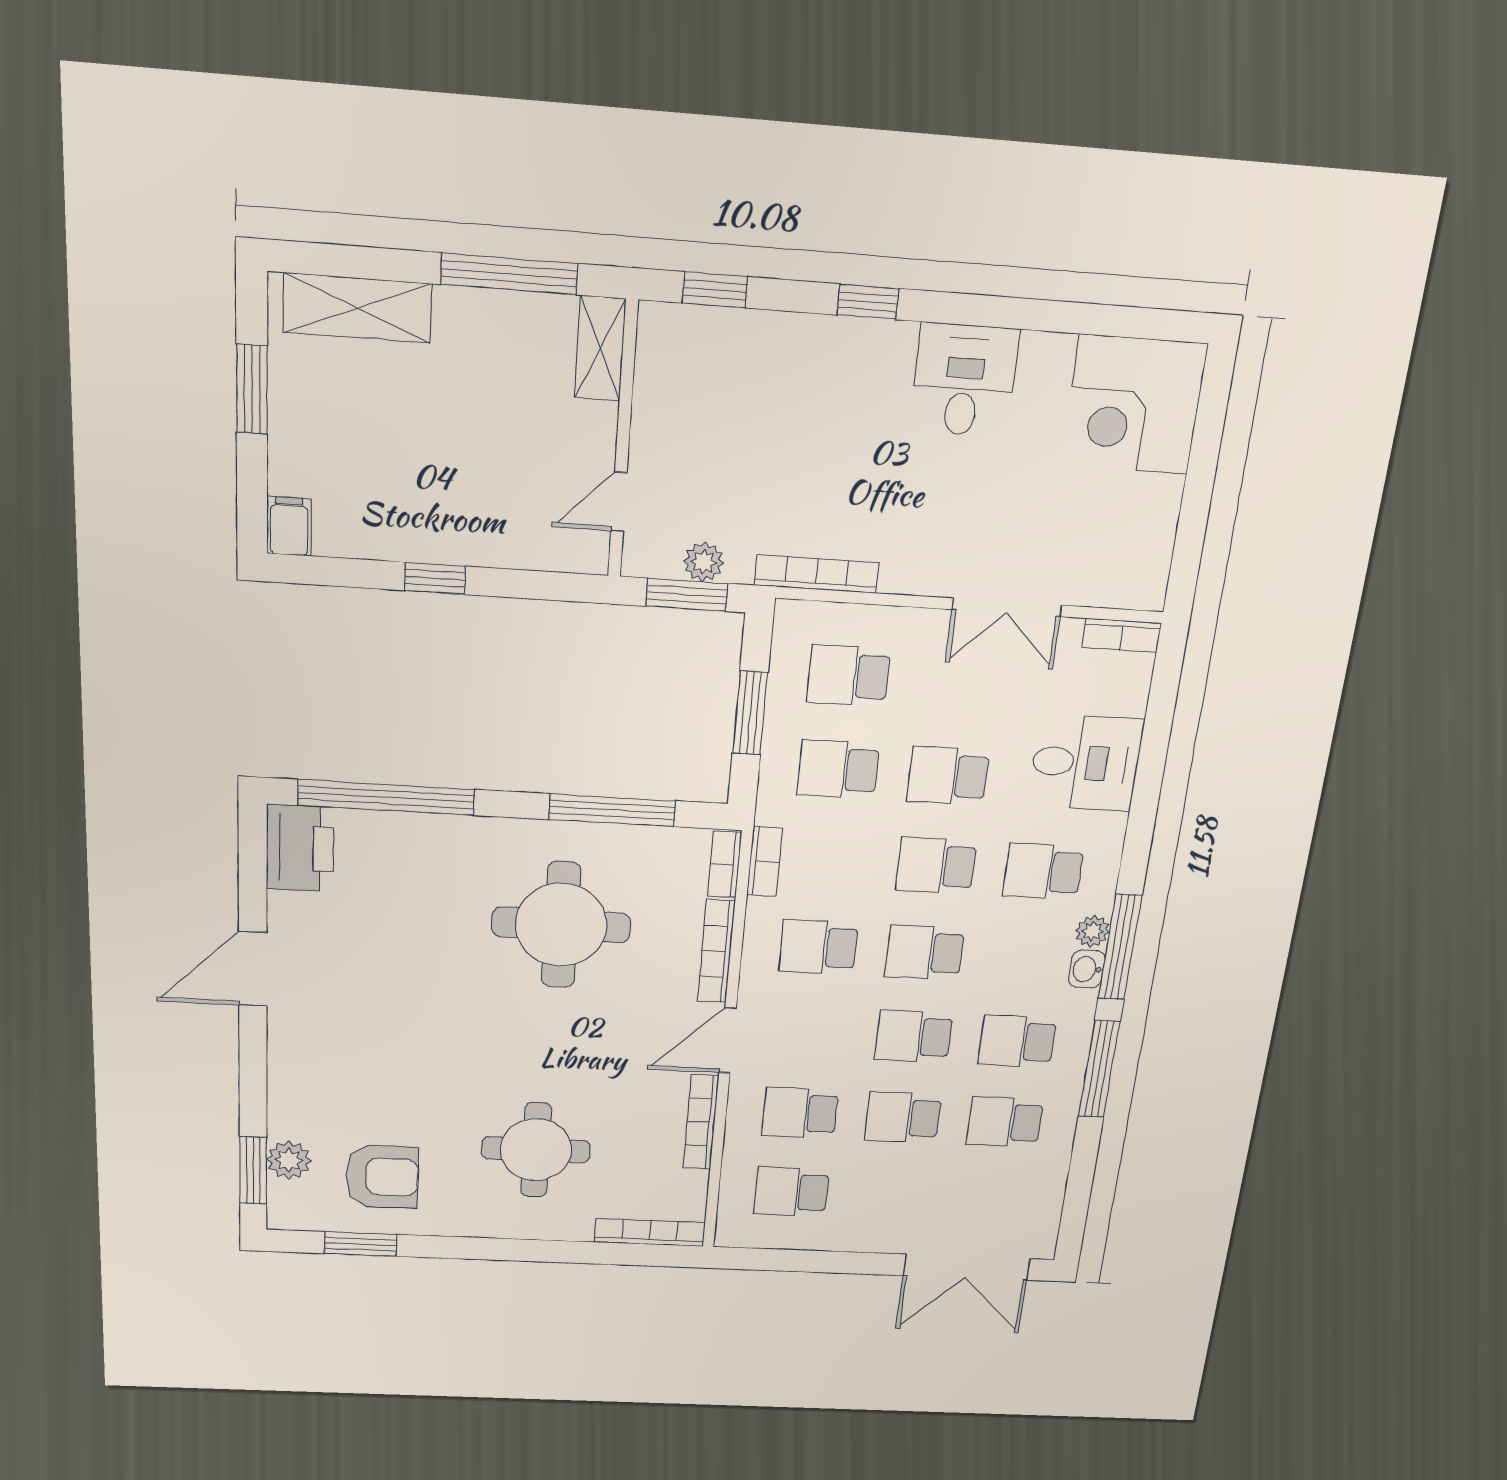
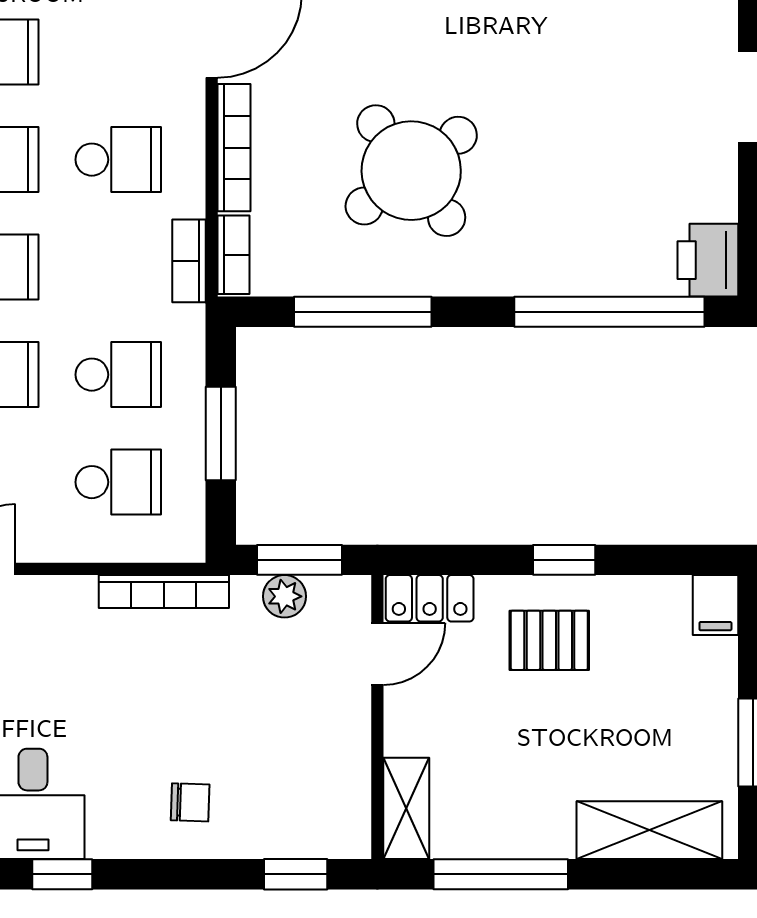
window: (868, 302) -> (62, 874), moved
chair: (812, 370) -> (190, 802), added
pallet: (452, 503) -> (549, 640), added
locker: (566, 551) -> (430, 598), added
printer: (300, 848) -> (708, 260), width x0.73, depth x0.84
round table: (561, 925) -> (411, 171), turned -37

